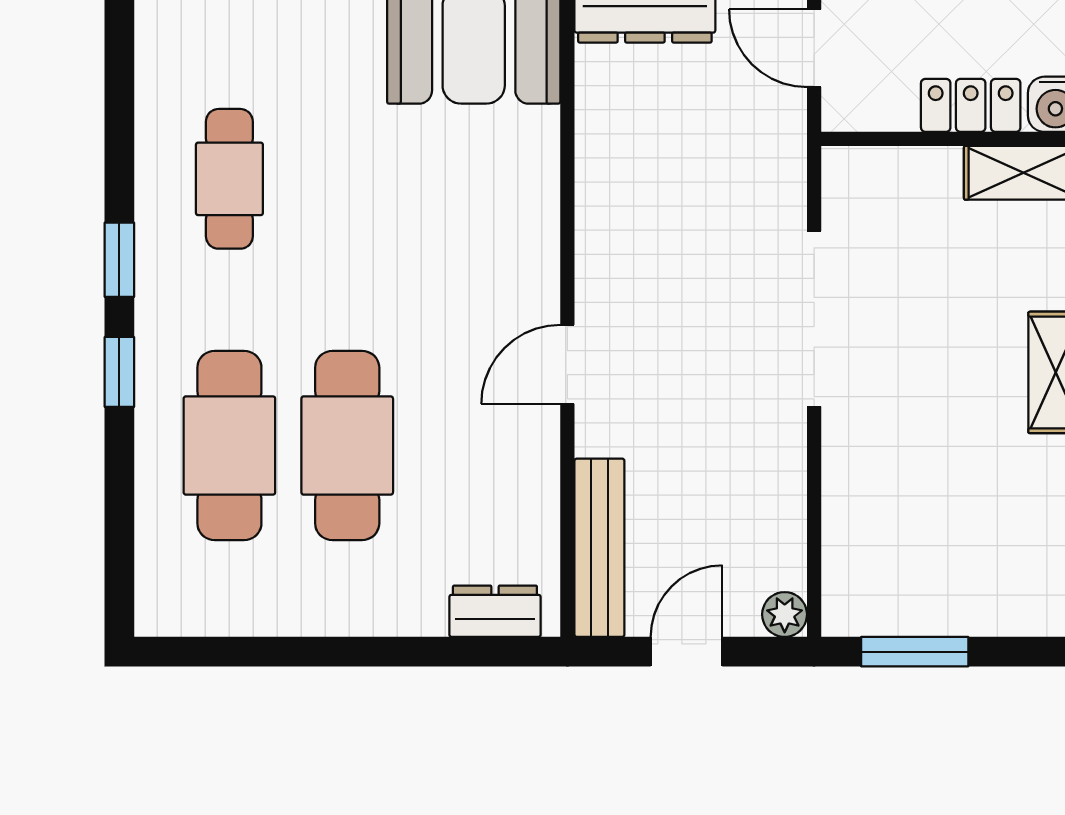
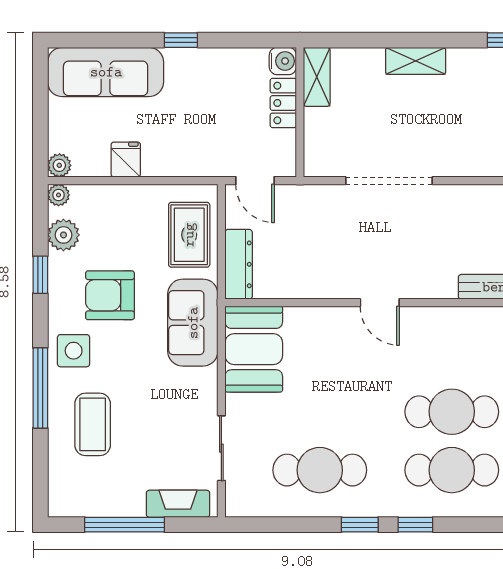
door: (814, 48) -> (255, 181), hinge flipped
cafe table: (229, 179) -> (320, 470), width x1.37, depth x1.35
door: (567, 364) -> (380, 303), moved

